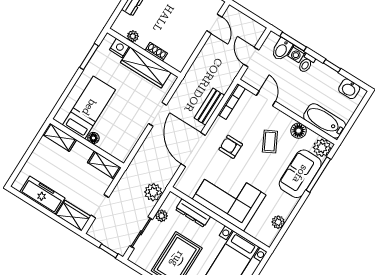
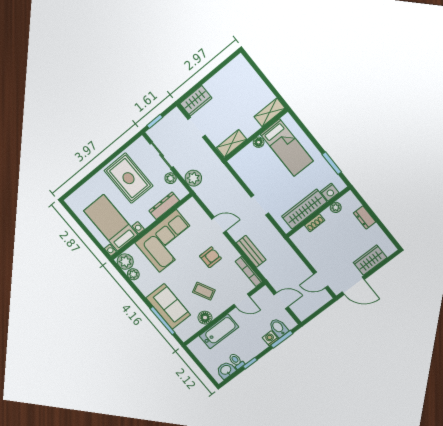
toilet: (306, 63) -> (236, 361), moved
bathtub: (325, 121) -> (219, 331), moved
plant: (322, 148) -> (125, 262), moved
door: (193, 150) -> (219, 225), width x0.53
freezer: (42, 195) -> (223, 79), removed

